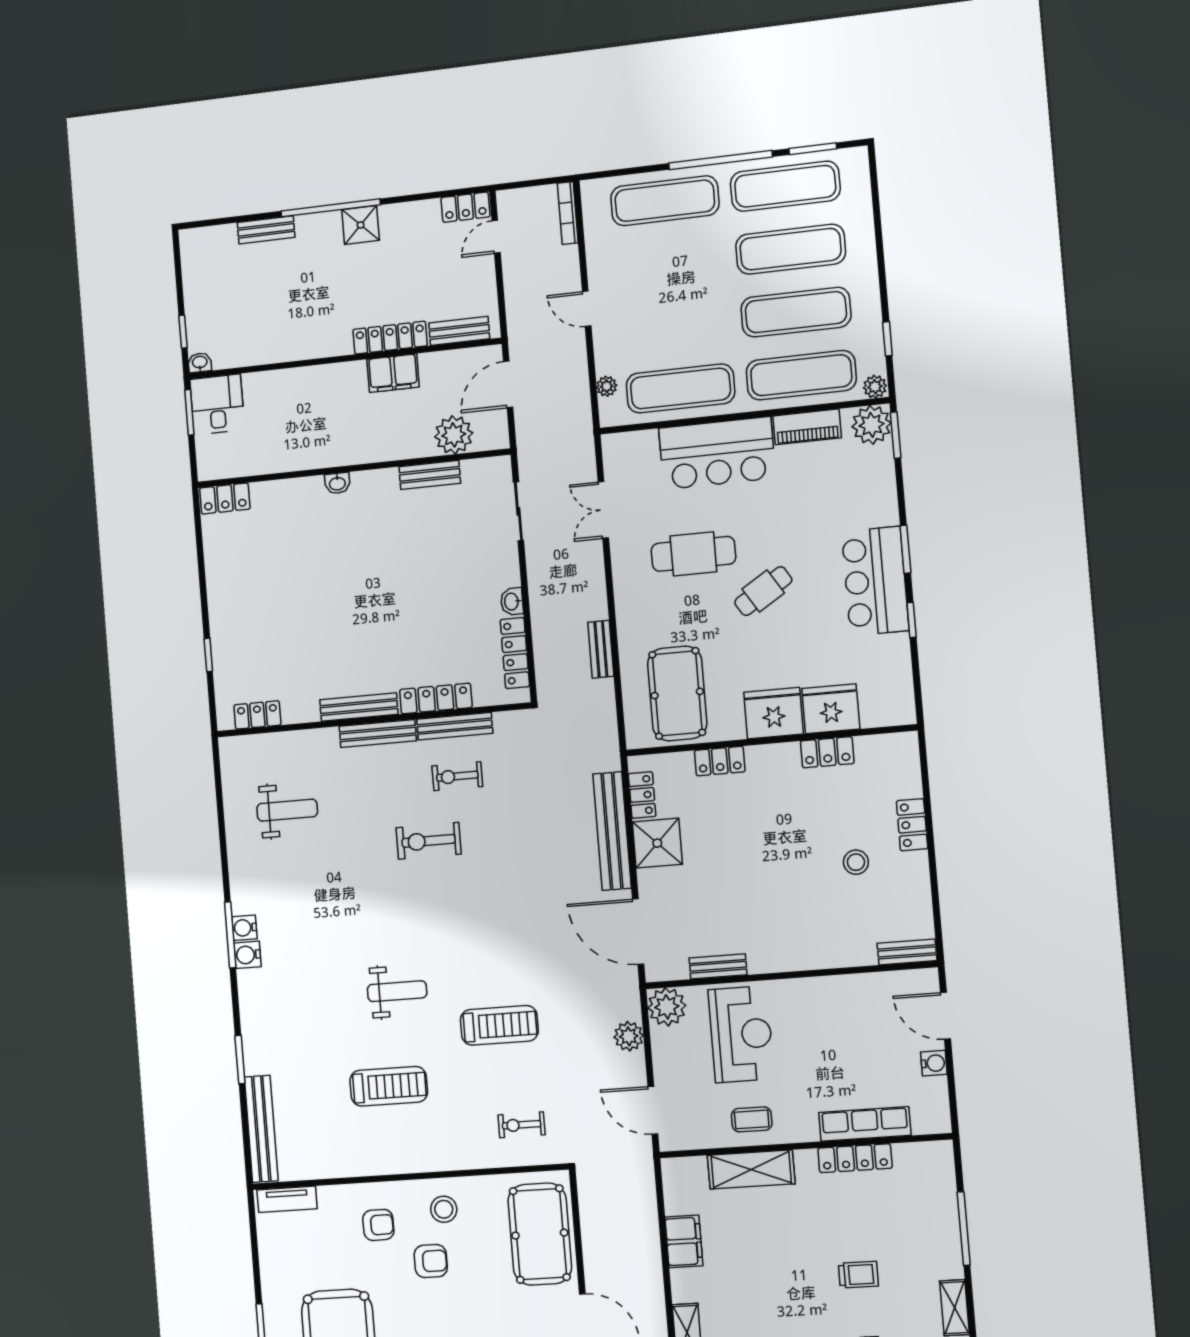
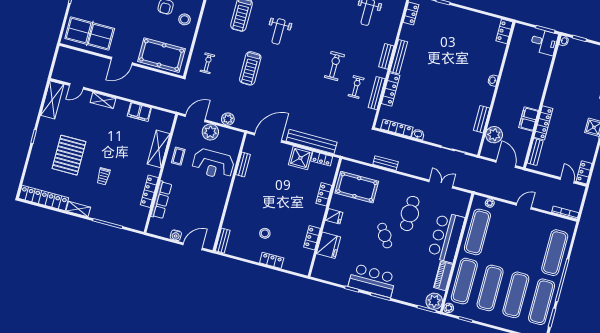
fridge: (774, 713) -> (334, 216), width x0.53, depth x0.75
bench: (378, 733) -> (386, 56), width x0.73
plant: (667, 1007) -> (210, 132), moved

